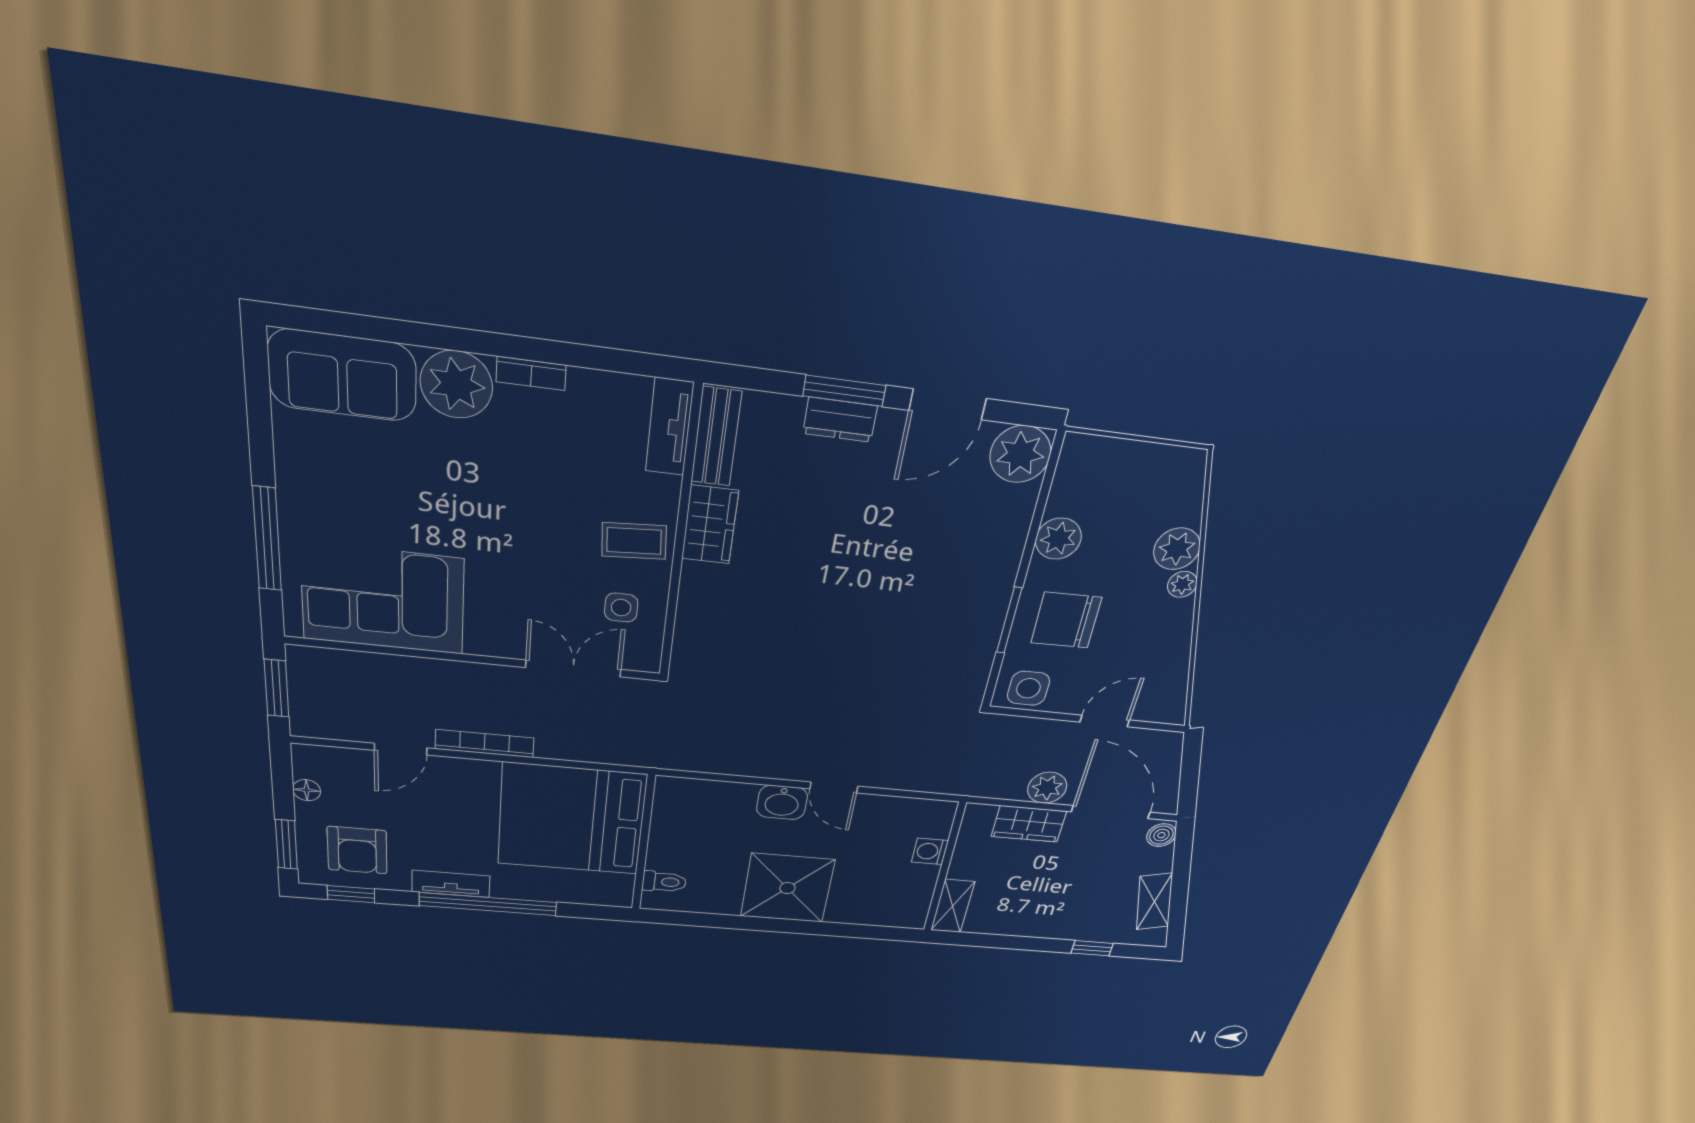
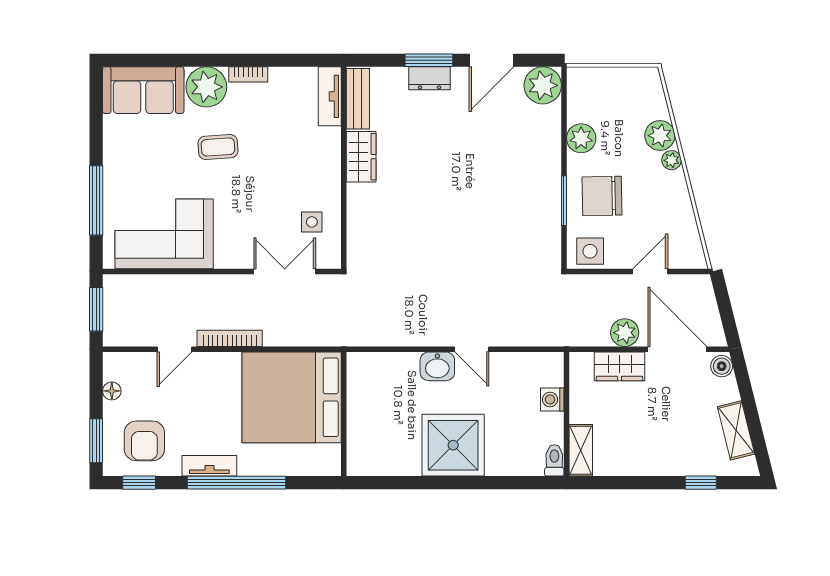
coffee table: (634, 541) -> (218, 147), moved
toilet: (664, 882) -> (554, 460), moved, turned -90

